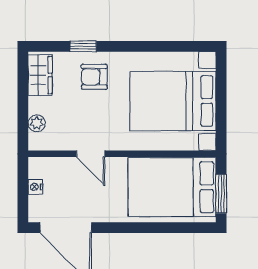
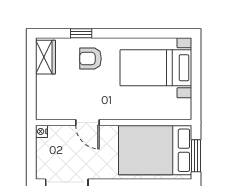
bed with nightstands: (173, 101) -> (156, 68), width x0.73
plant: (37, 123) -> (43, 97), removed
nightstand: (35, 187) -> (42, 131), moved

